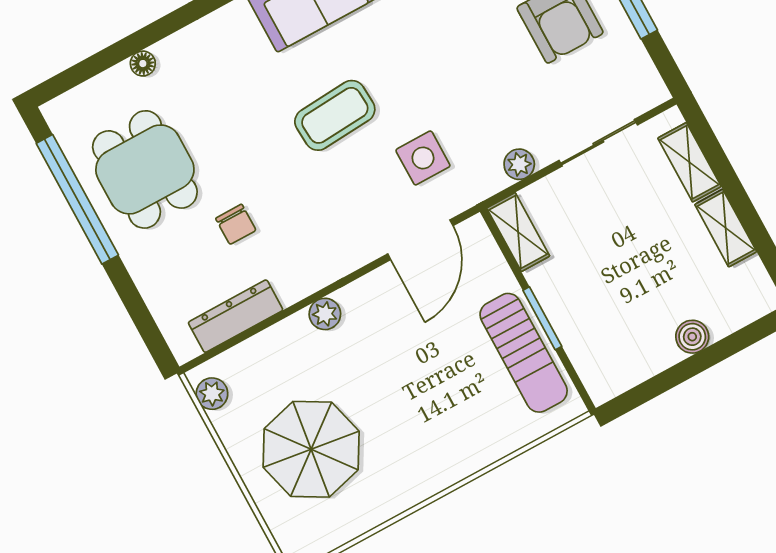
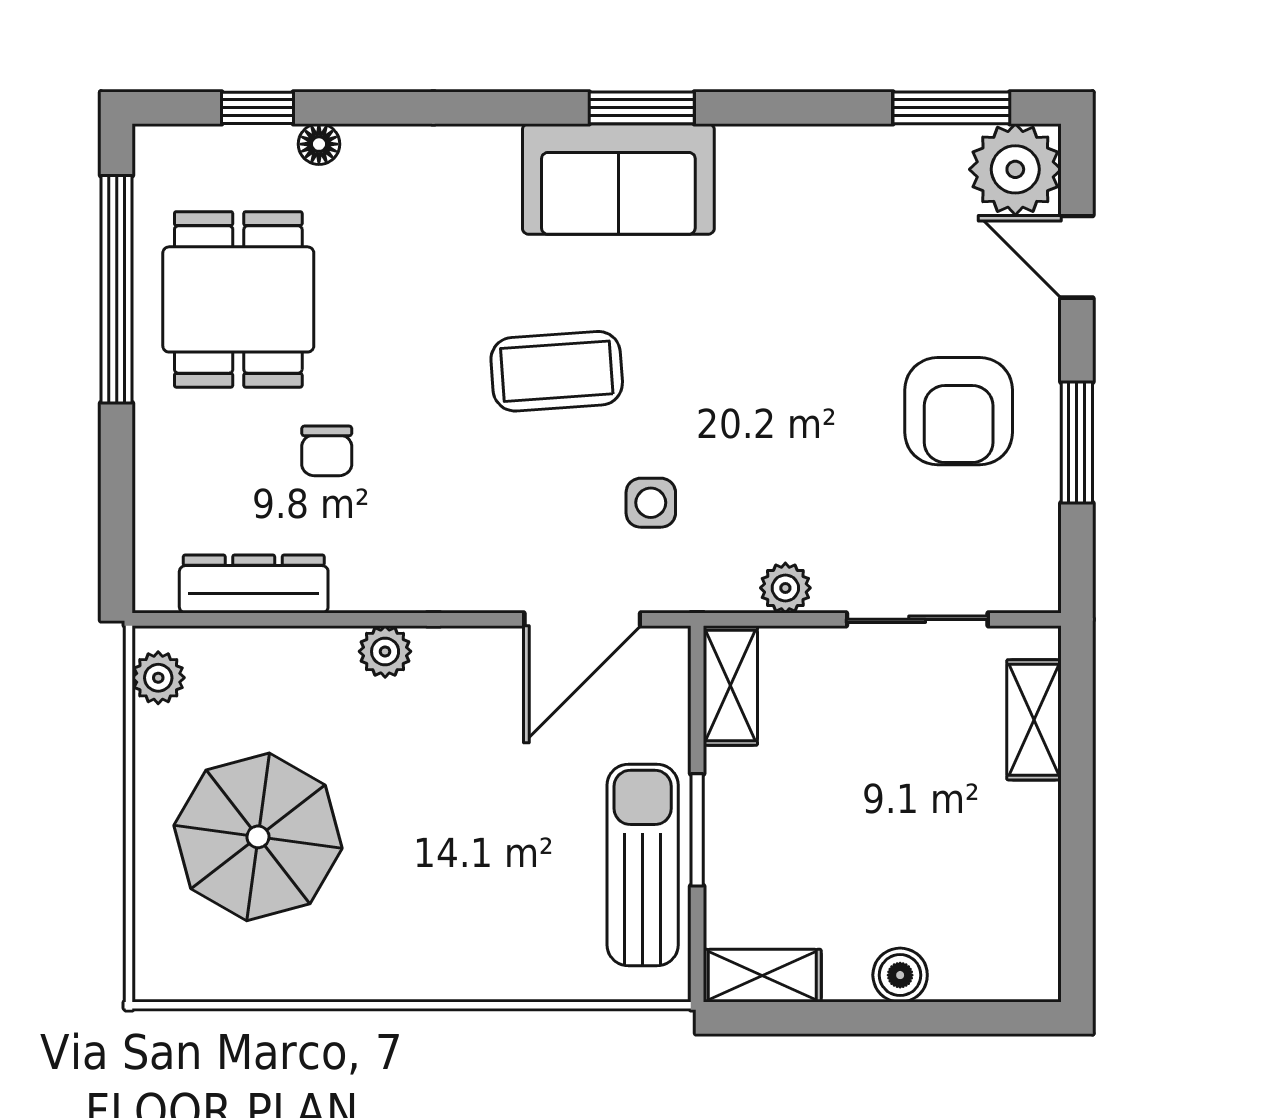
window: (100, 62) -> (258, 108), added
side table: (423, 158) -> (651, 503), width x0.73, depth x0.73
shelving: (726, 228) -> (762, 976), moved, turned 90
sun lounger: (524, 353) -> (643, 865), turned 180

